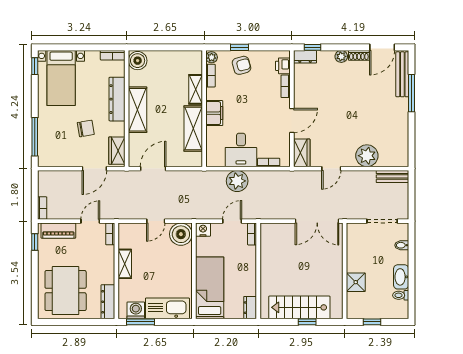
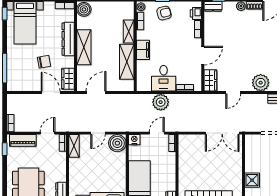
door: (94, 169) -> (51, 93), swing flipped
shelving: (125, 264) -> (74, 146), moved

